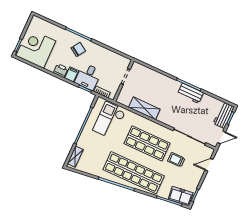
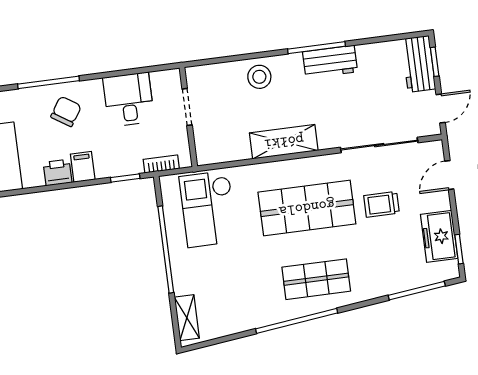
desk: (88, 77) -> (129, 100), moved, turned 180
stool: (160, 82) -> (259, 77), added
shelving: (144, 108) -> (284, 142), moved
shop shelf: (134, 173) -> (316, 279), width x0.50, depth x0.74
freezer: (181, 196) -> (439, 236), moved, turned -83

